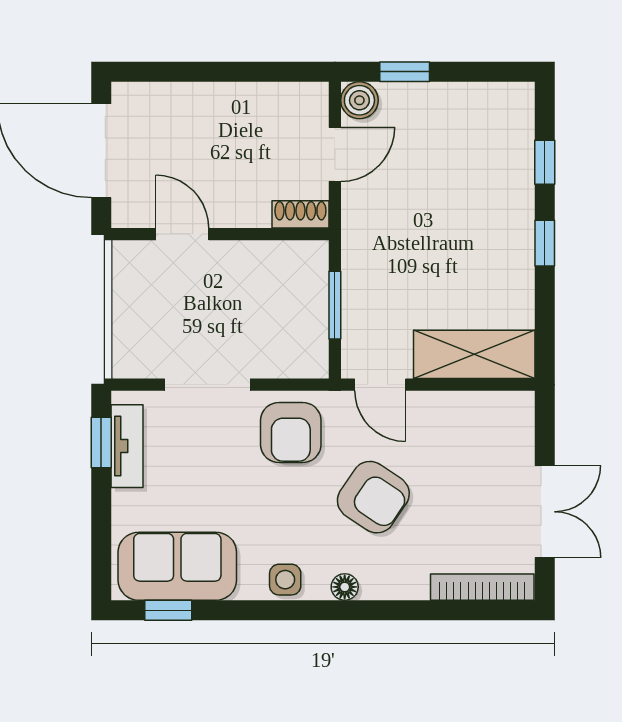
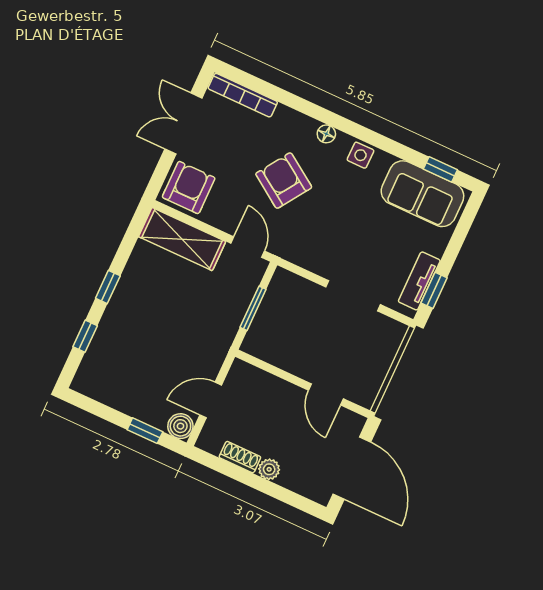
plant: (212, 97) -> (269, 469), added
shoe rack: (300, 214) -> (240, 457), moved, turned 180
armchair: (291, 433) -> (189, 188), moved

